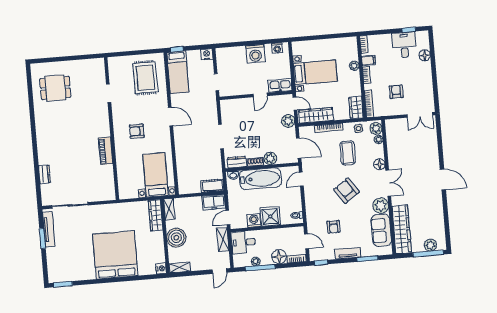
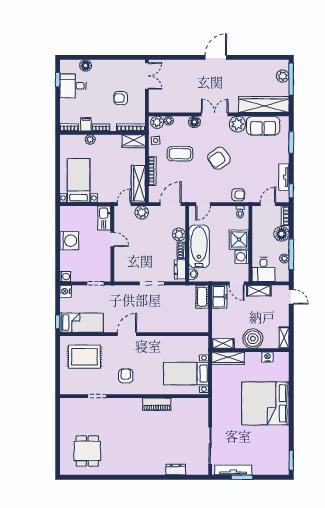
washing machine: (277, 48) -> (65, 277), moved
bed with nightstands: (315, 72) -> (79, 180), moved
armchair: (137, 131) -> (126, 376), moved, turned 180
bed with nightstands: (156, 175) -> (186, 374), moved
door: (301, 179) -> (203, 204), hinge flipped
armchair: (334, 227) -> (238, 195), moved
tv unit: (348, 253) -> (284, 177), moved
nightstand: (161, 268) -> (267, 357), moved

